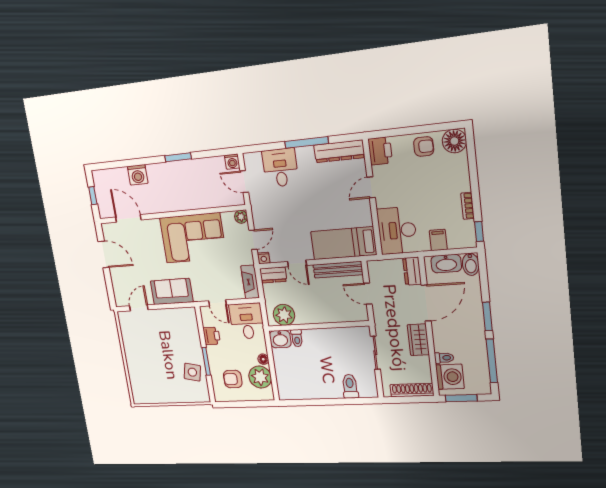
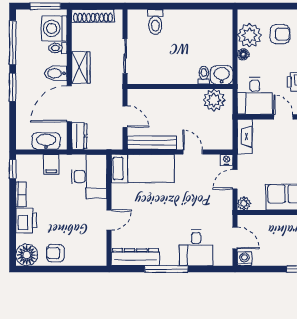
printer: (380, 151) -> (26, 220), moved, turned 180
bidet: (471, 264) -> (56, 73), moved, turned -90
dresser: (273, 275) -> (219, 142), removed

